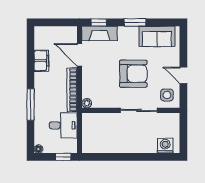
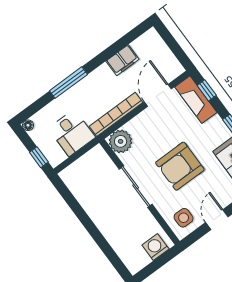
armchair: (133, 74) -> (180, 166), turned 90
plant: (87, 103) -> (121, 141), width x1.88, depth x1.88
sliding door: (139, 110) -> (136, 187), moved
washing machine: (165, 146) -> (155, 247), moved, turned -90

